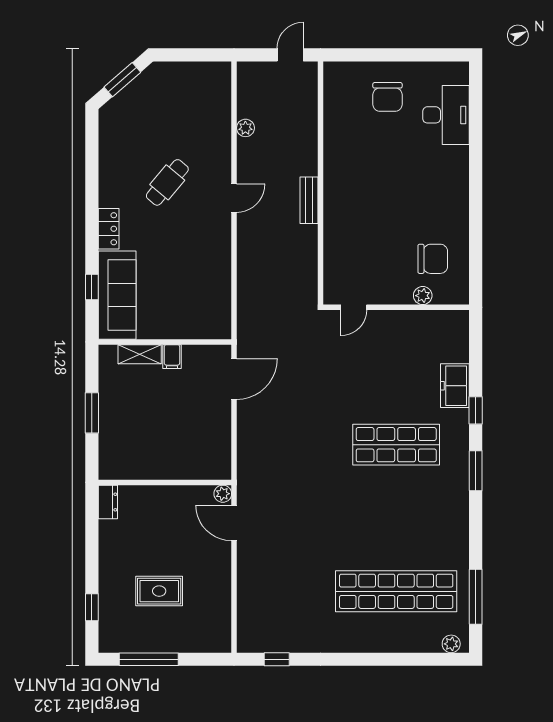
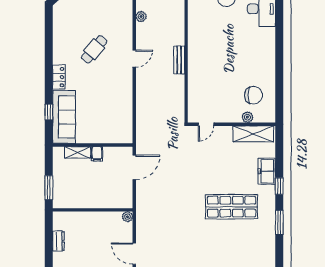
shelving: (433, 323) -> (253, 134), added
wall: (165, 482) -> (93, 210), moved
plant: (223, 494) -> (127, 217), moved

